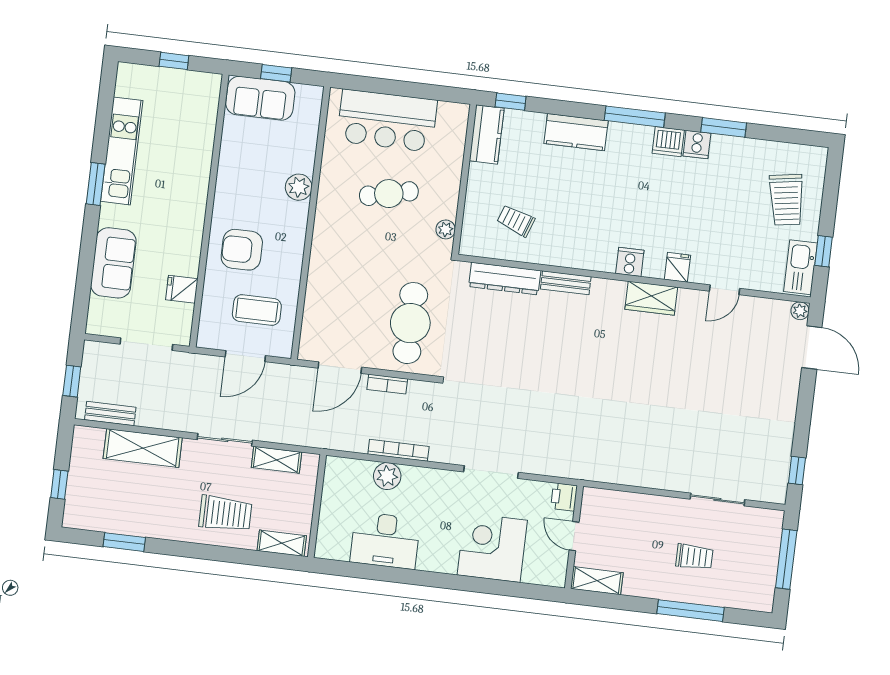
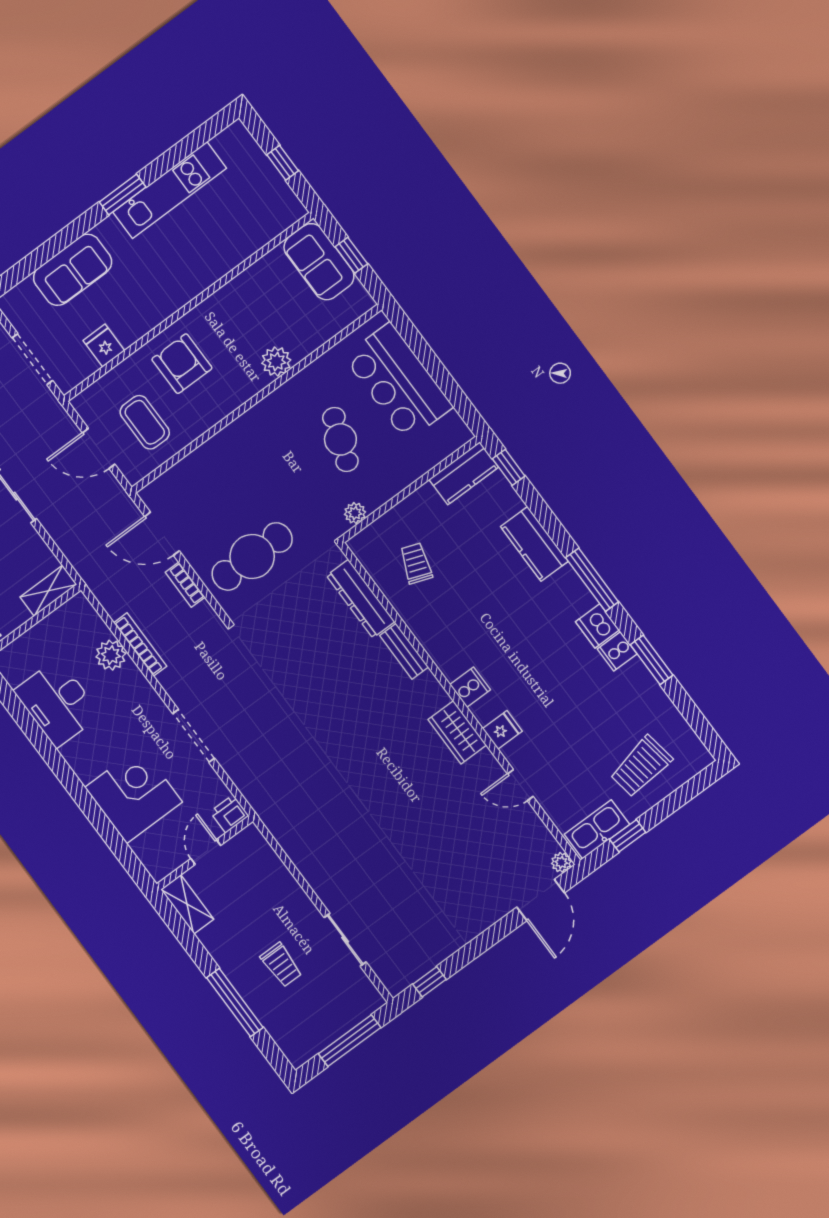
cafe table: (389, 194) -> (340, 439), turned 33
shelving: (276, 460) -> (48, 591), moved, turned 90

